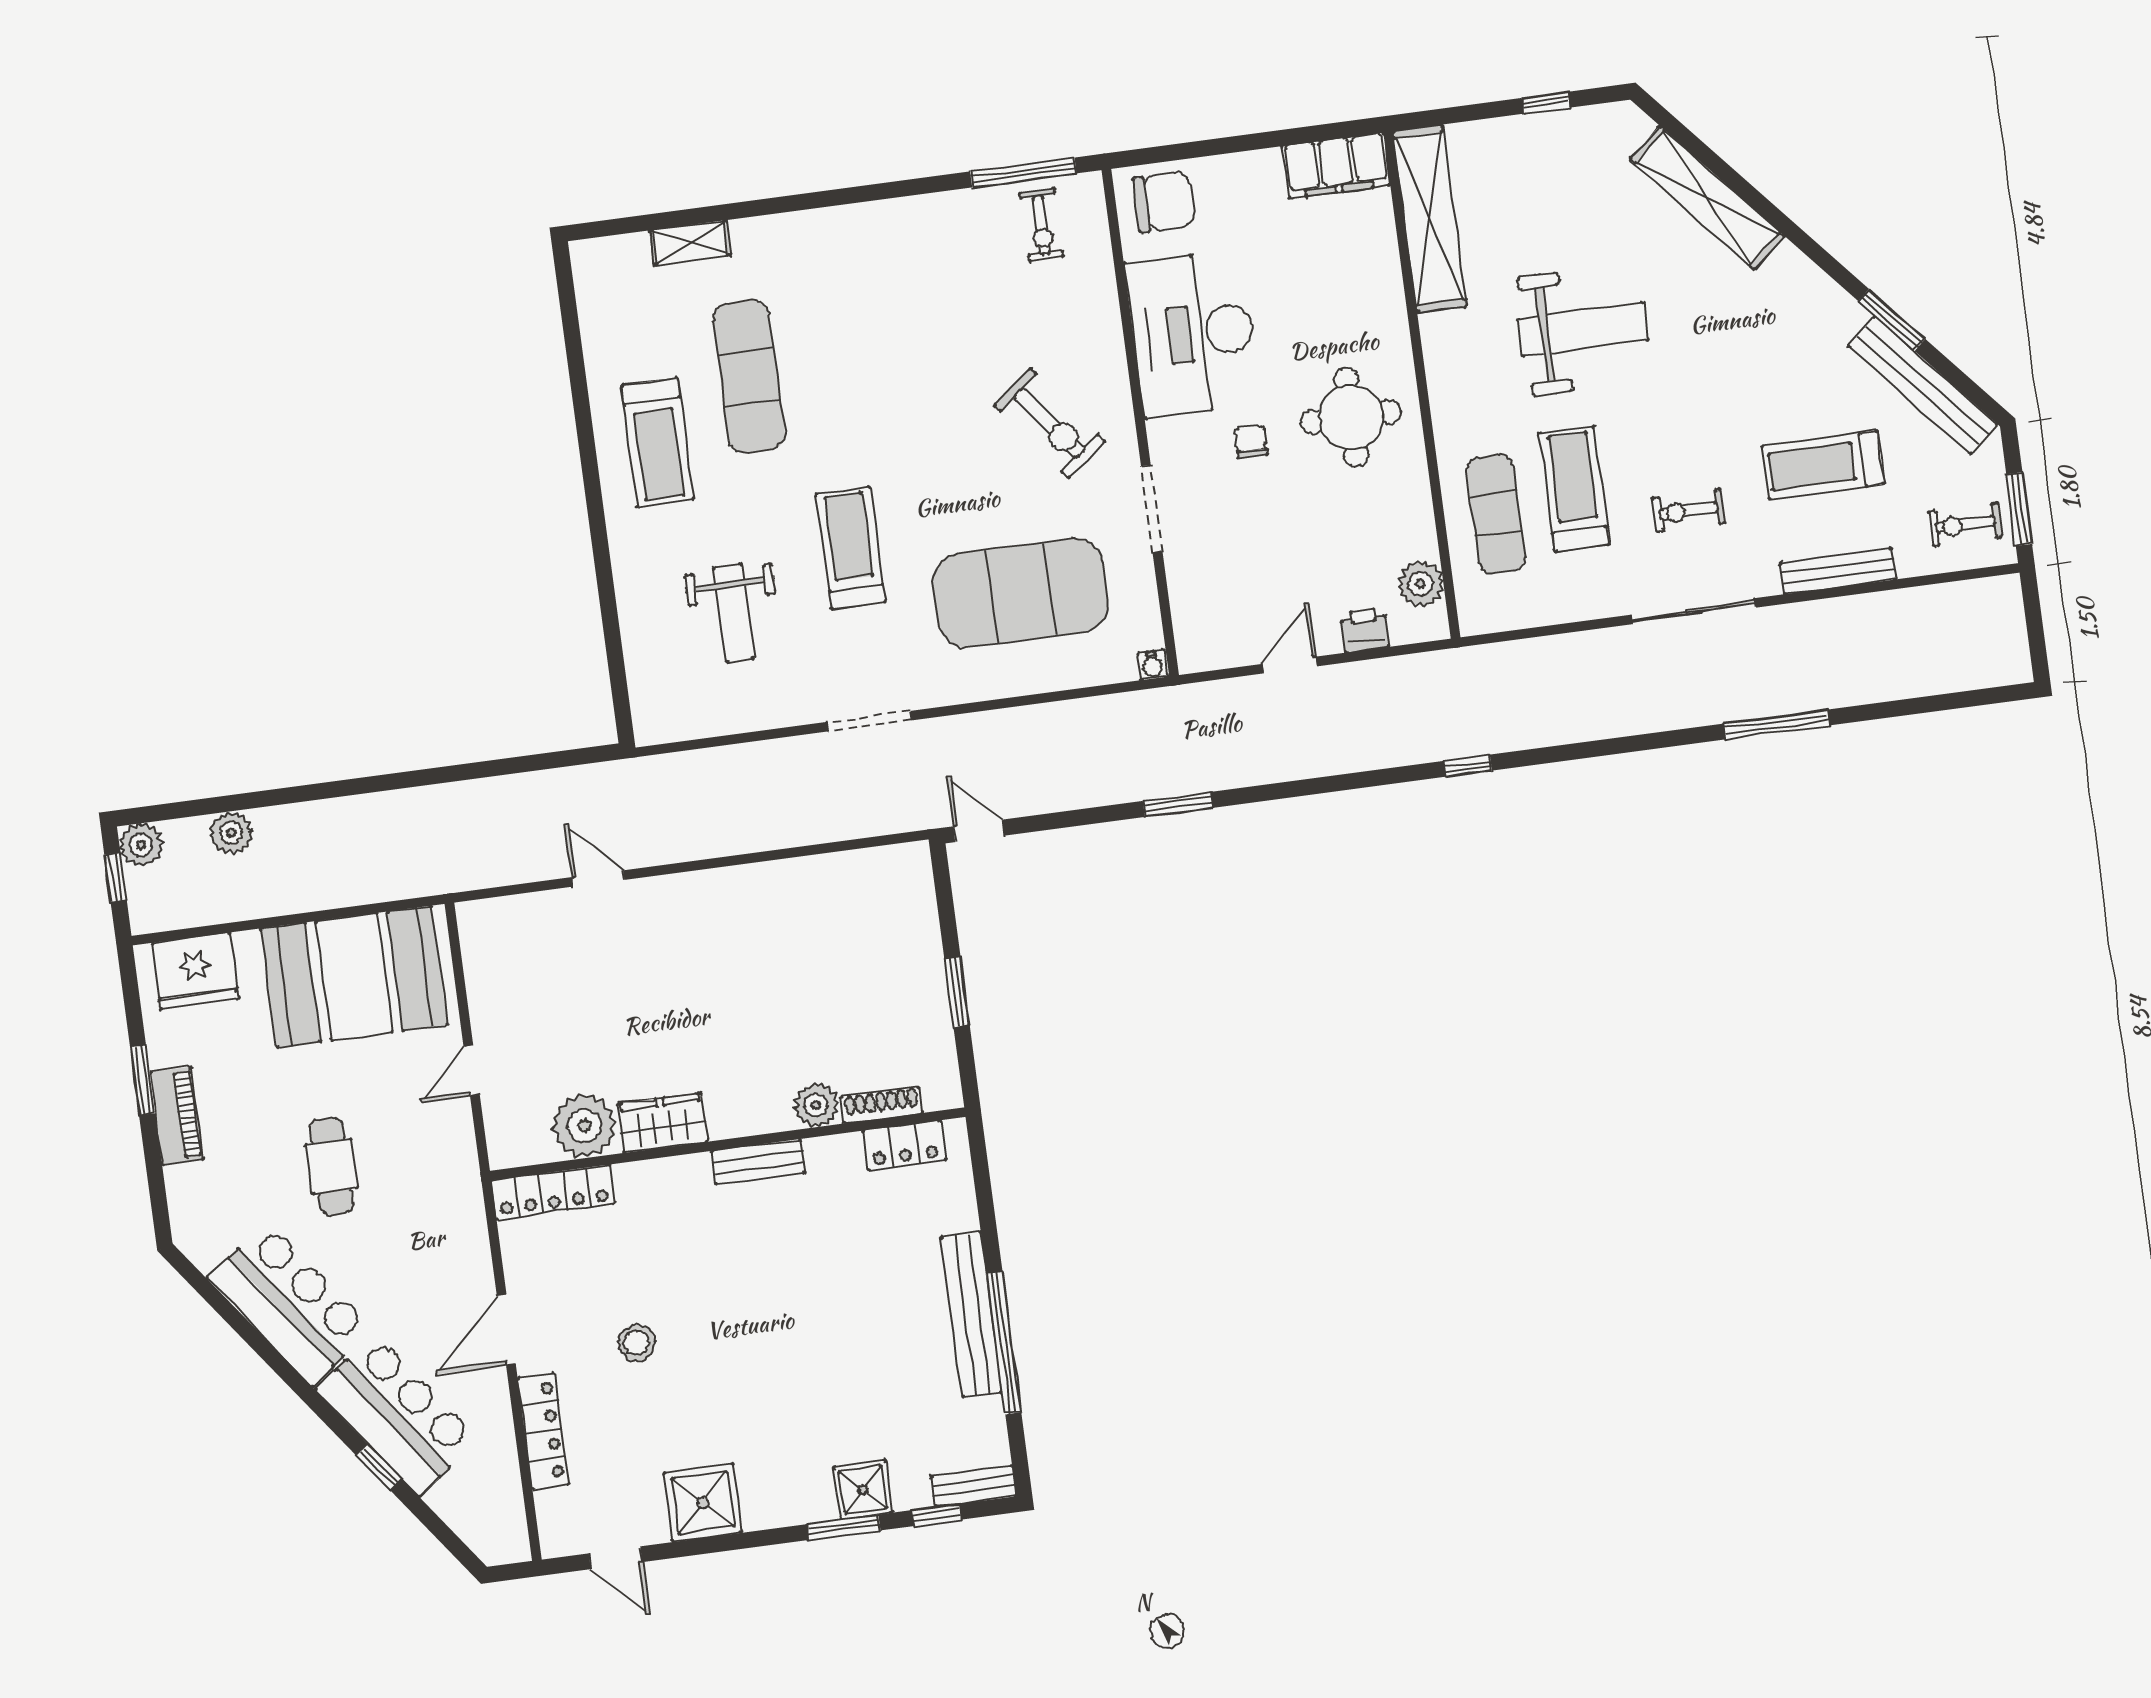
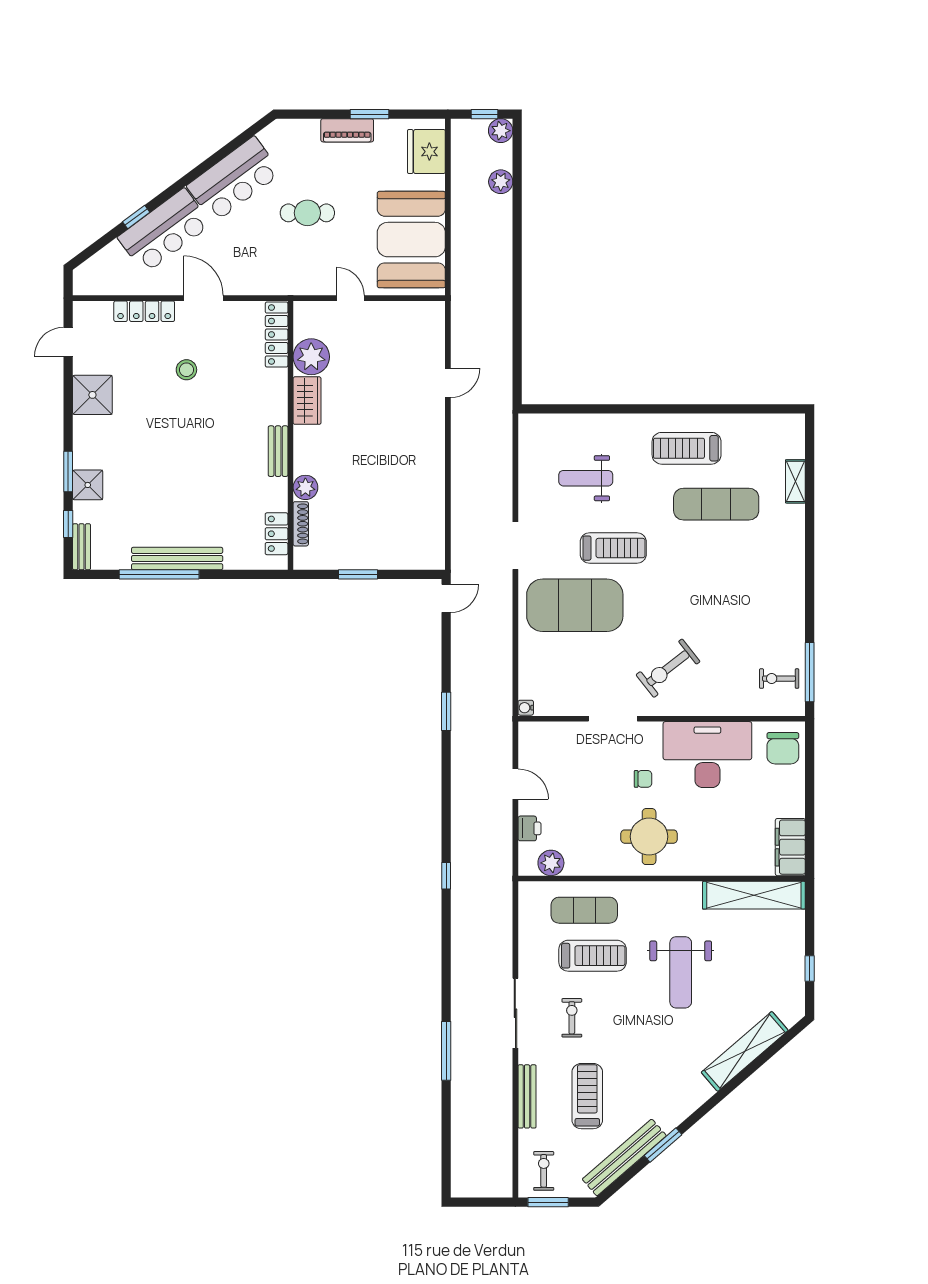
exercise mat: (1021, 593) -> (575, 605), moved, turned 90

